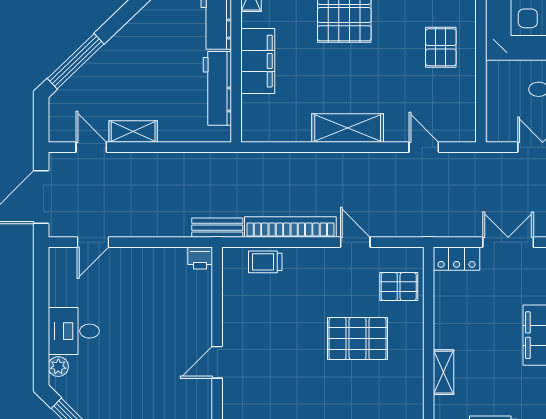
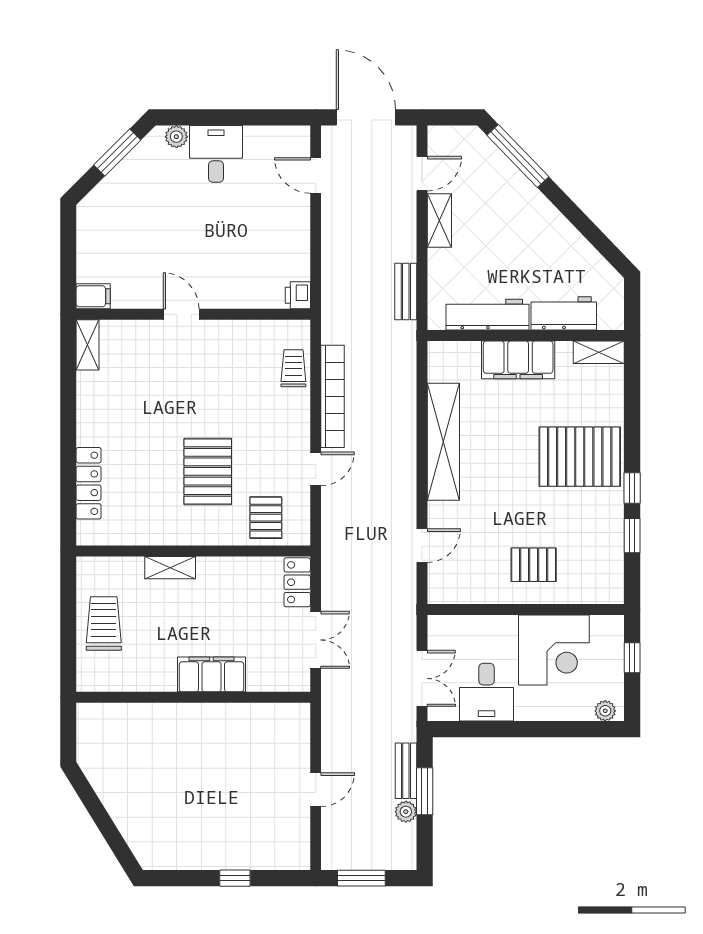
shelving: (348, 128) -> (443, 442), width x1.47
bench: (217, 228) -> (406, 291), moved

